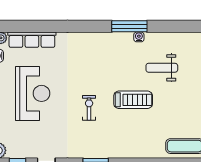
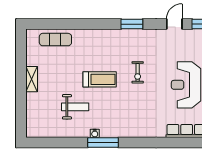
treadmill: (133, 100) -> (100, 79), turned 180

